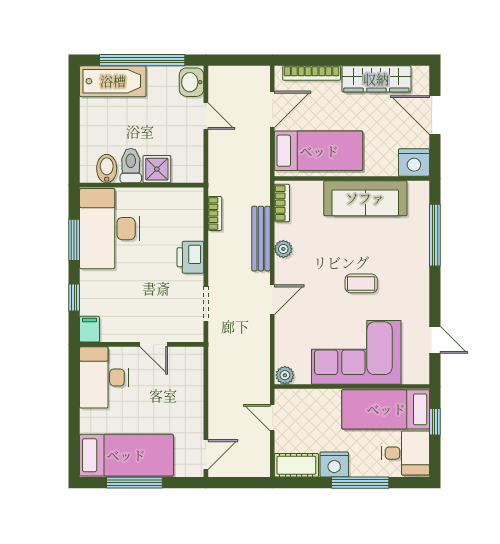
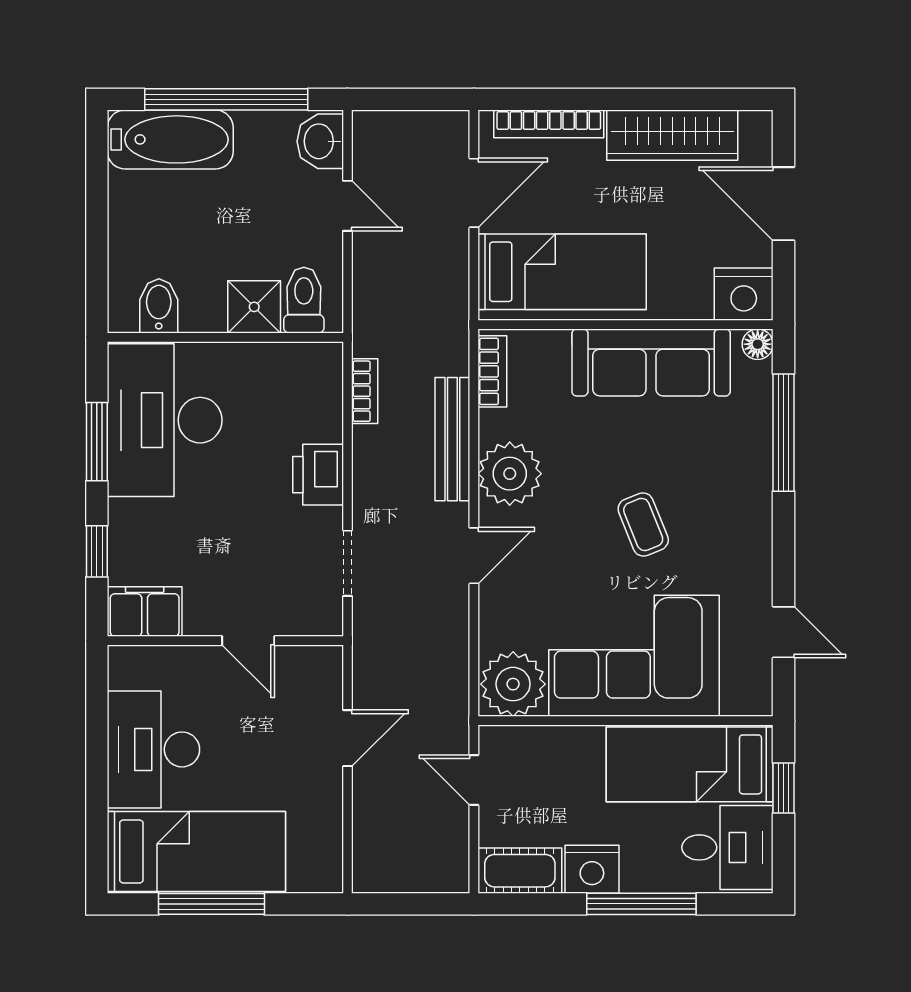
toilet: (131, 166) -> (304, 300), moved
floor lamp: (421, 189) -> (758, 344), added
plant: (283, 249) -> (510, 474), width x1.87, depth x1.87
coffee table: (361, 283) -> (643, 524), turned 68
filing cabinet: (90, 329) -> (145, 612), width x2.00
plant: (285, 375) -> (513, 684), width x1.87, depth x1.87
desk: (104, 377) -> (153, 749), moved
door: (206, 454) -> (347, 738), moved

